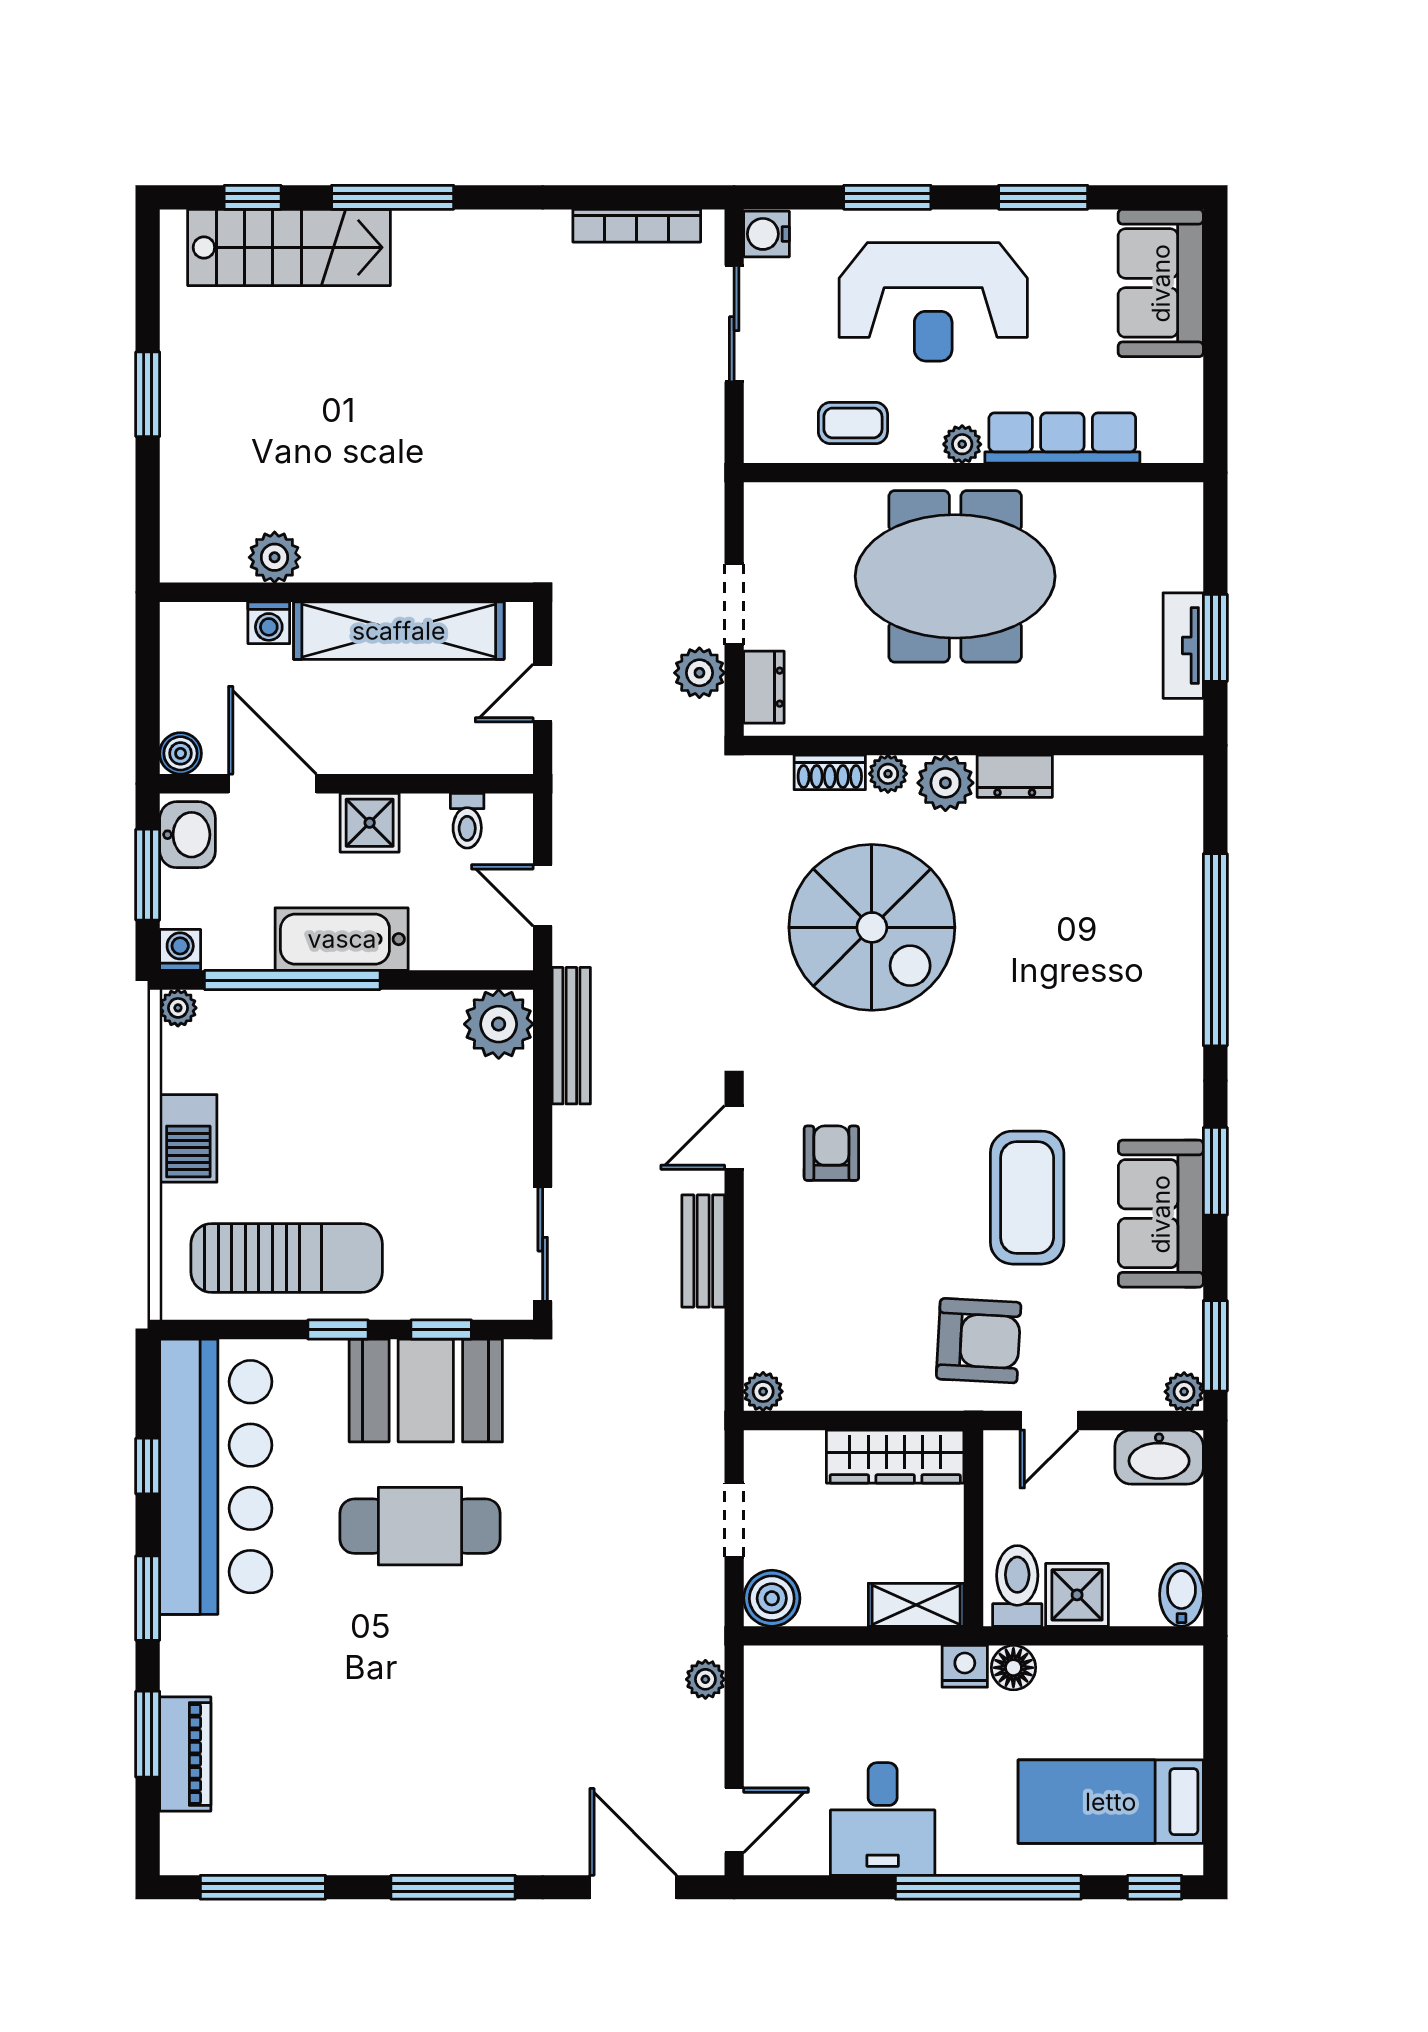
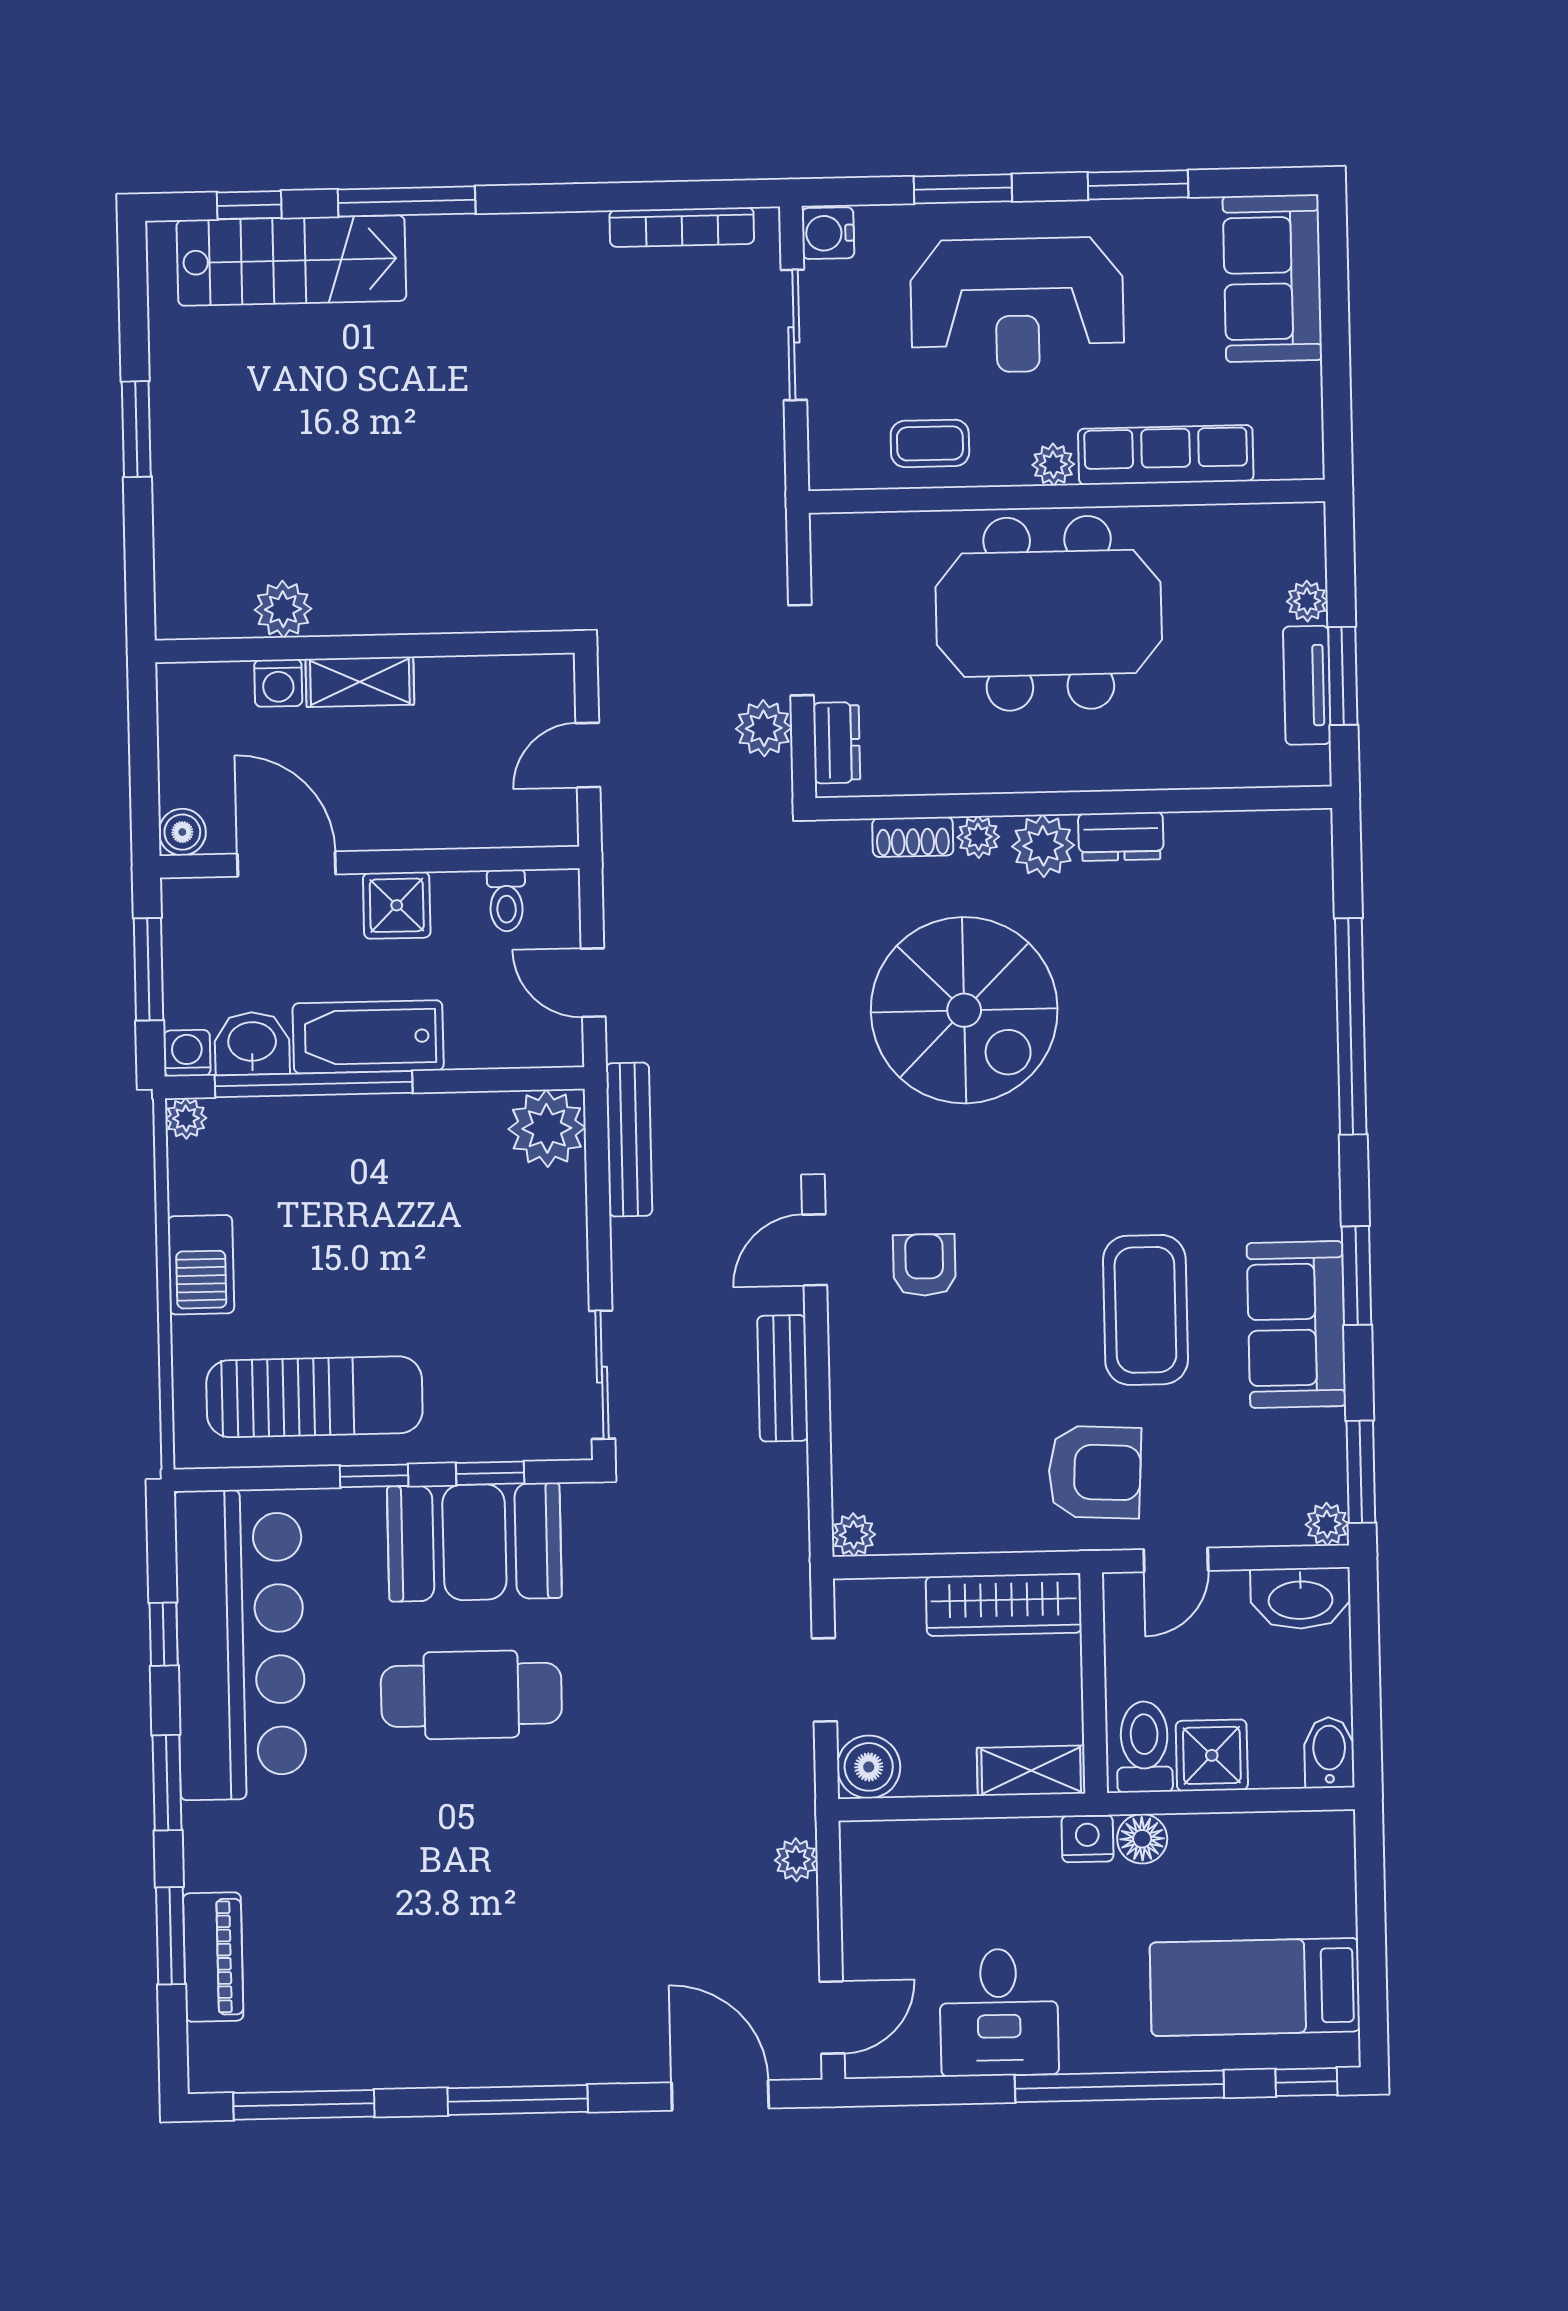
plant: (1185, 571) -> (1307, 601), added
shelving: (399, 631) -> (360, 682), width x0.45, depth x0.75
washbasin: (188, 835) -> (252, 1043), moved, turned -90

